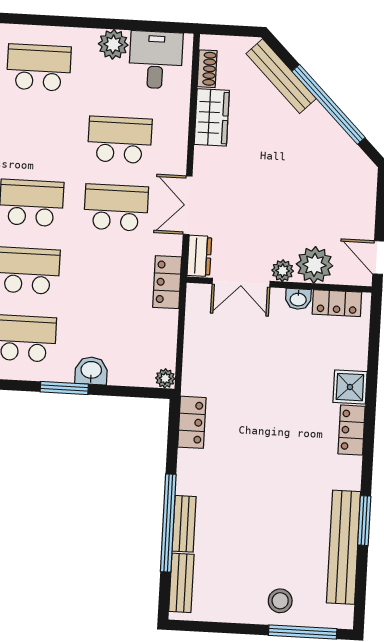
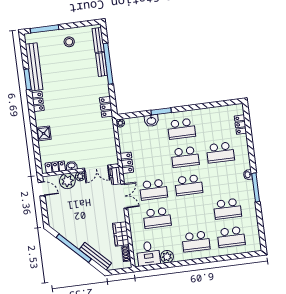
double door: (241, 283) -> (96, 168), swing flipped
locker: (352, 430) -> (38, 102), moved
stool: (280, 601) -> (69, 42), moved

